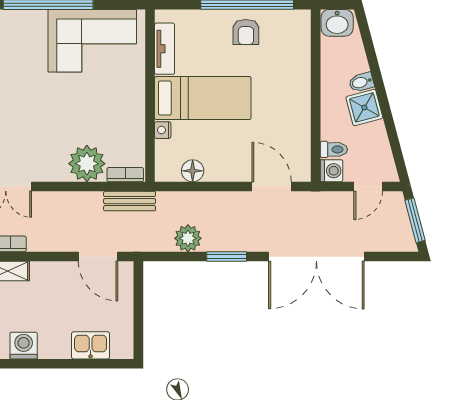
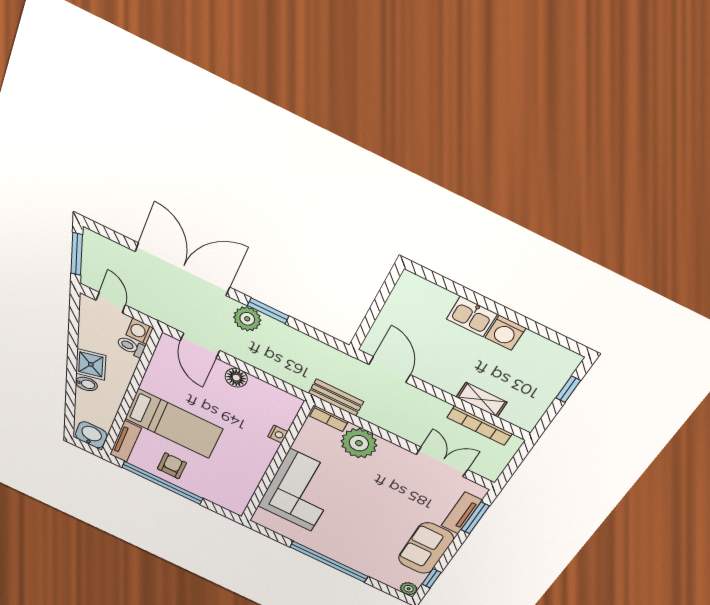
corner sofa: (92, 41) -> (301, 490), moved, turned 90
tv unit: (165, 49) -> (125, 441), moved, turned 180
bed: (203, 98) -> (174, 424), moved, turned 180
floor lamp: (193, 171) -> (236, 378), moved
door: (368, 187) -> (111, 303), hinge flipped
plant: (188, 238) -> (247, 319), moved
kitchen sink: (91, 345) -> (472, 317), moved

